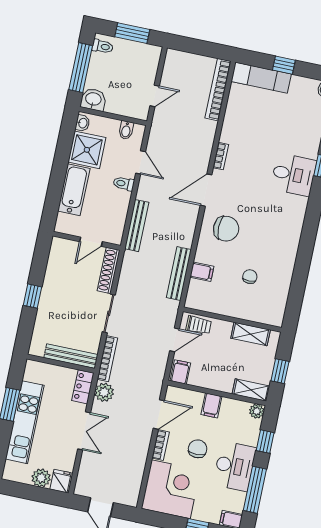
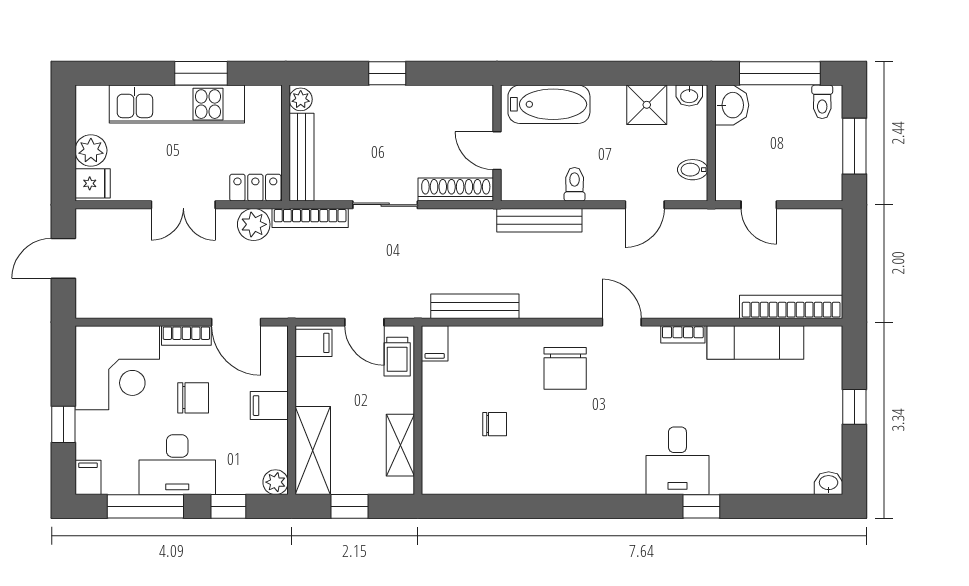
exam couch: (261, 78) -> (755, 343), moved, turned -90
shower: (87, 150) -> (647, 105), width x0.73, depth x0.73
toilet: (124, 184) -> (575, 184), moved
bathtub: (74, 190) -> (549, 104), moved
door: (206, 190) -> (622, 322), width x0.73
filing cabinet: (202, 272) -> (435, 343), moved
plant: (37, 350) -> (301, 99), added
shelving: (251, 390) -> (313, 450), width x1.50, depth x1.33

